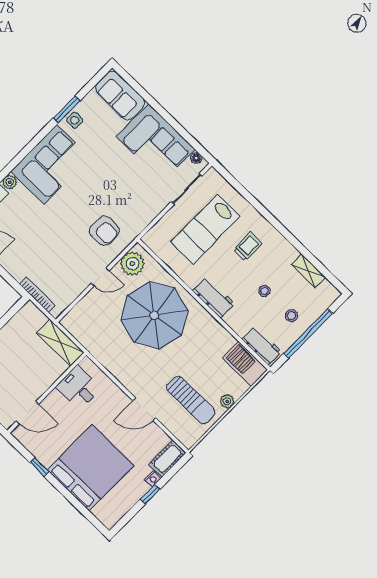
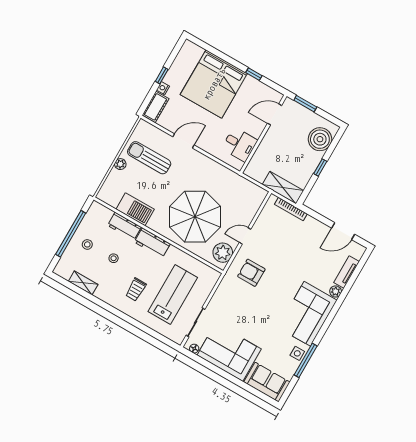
window: (67, 109) -> (306, 360), width x1.44
shelving: (60, 342) -> (283, 188), moved
workbench: (262, 345) -> (124, 226), moved
barbecue: (245, 364) -> (135, 209), moved

